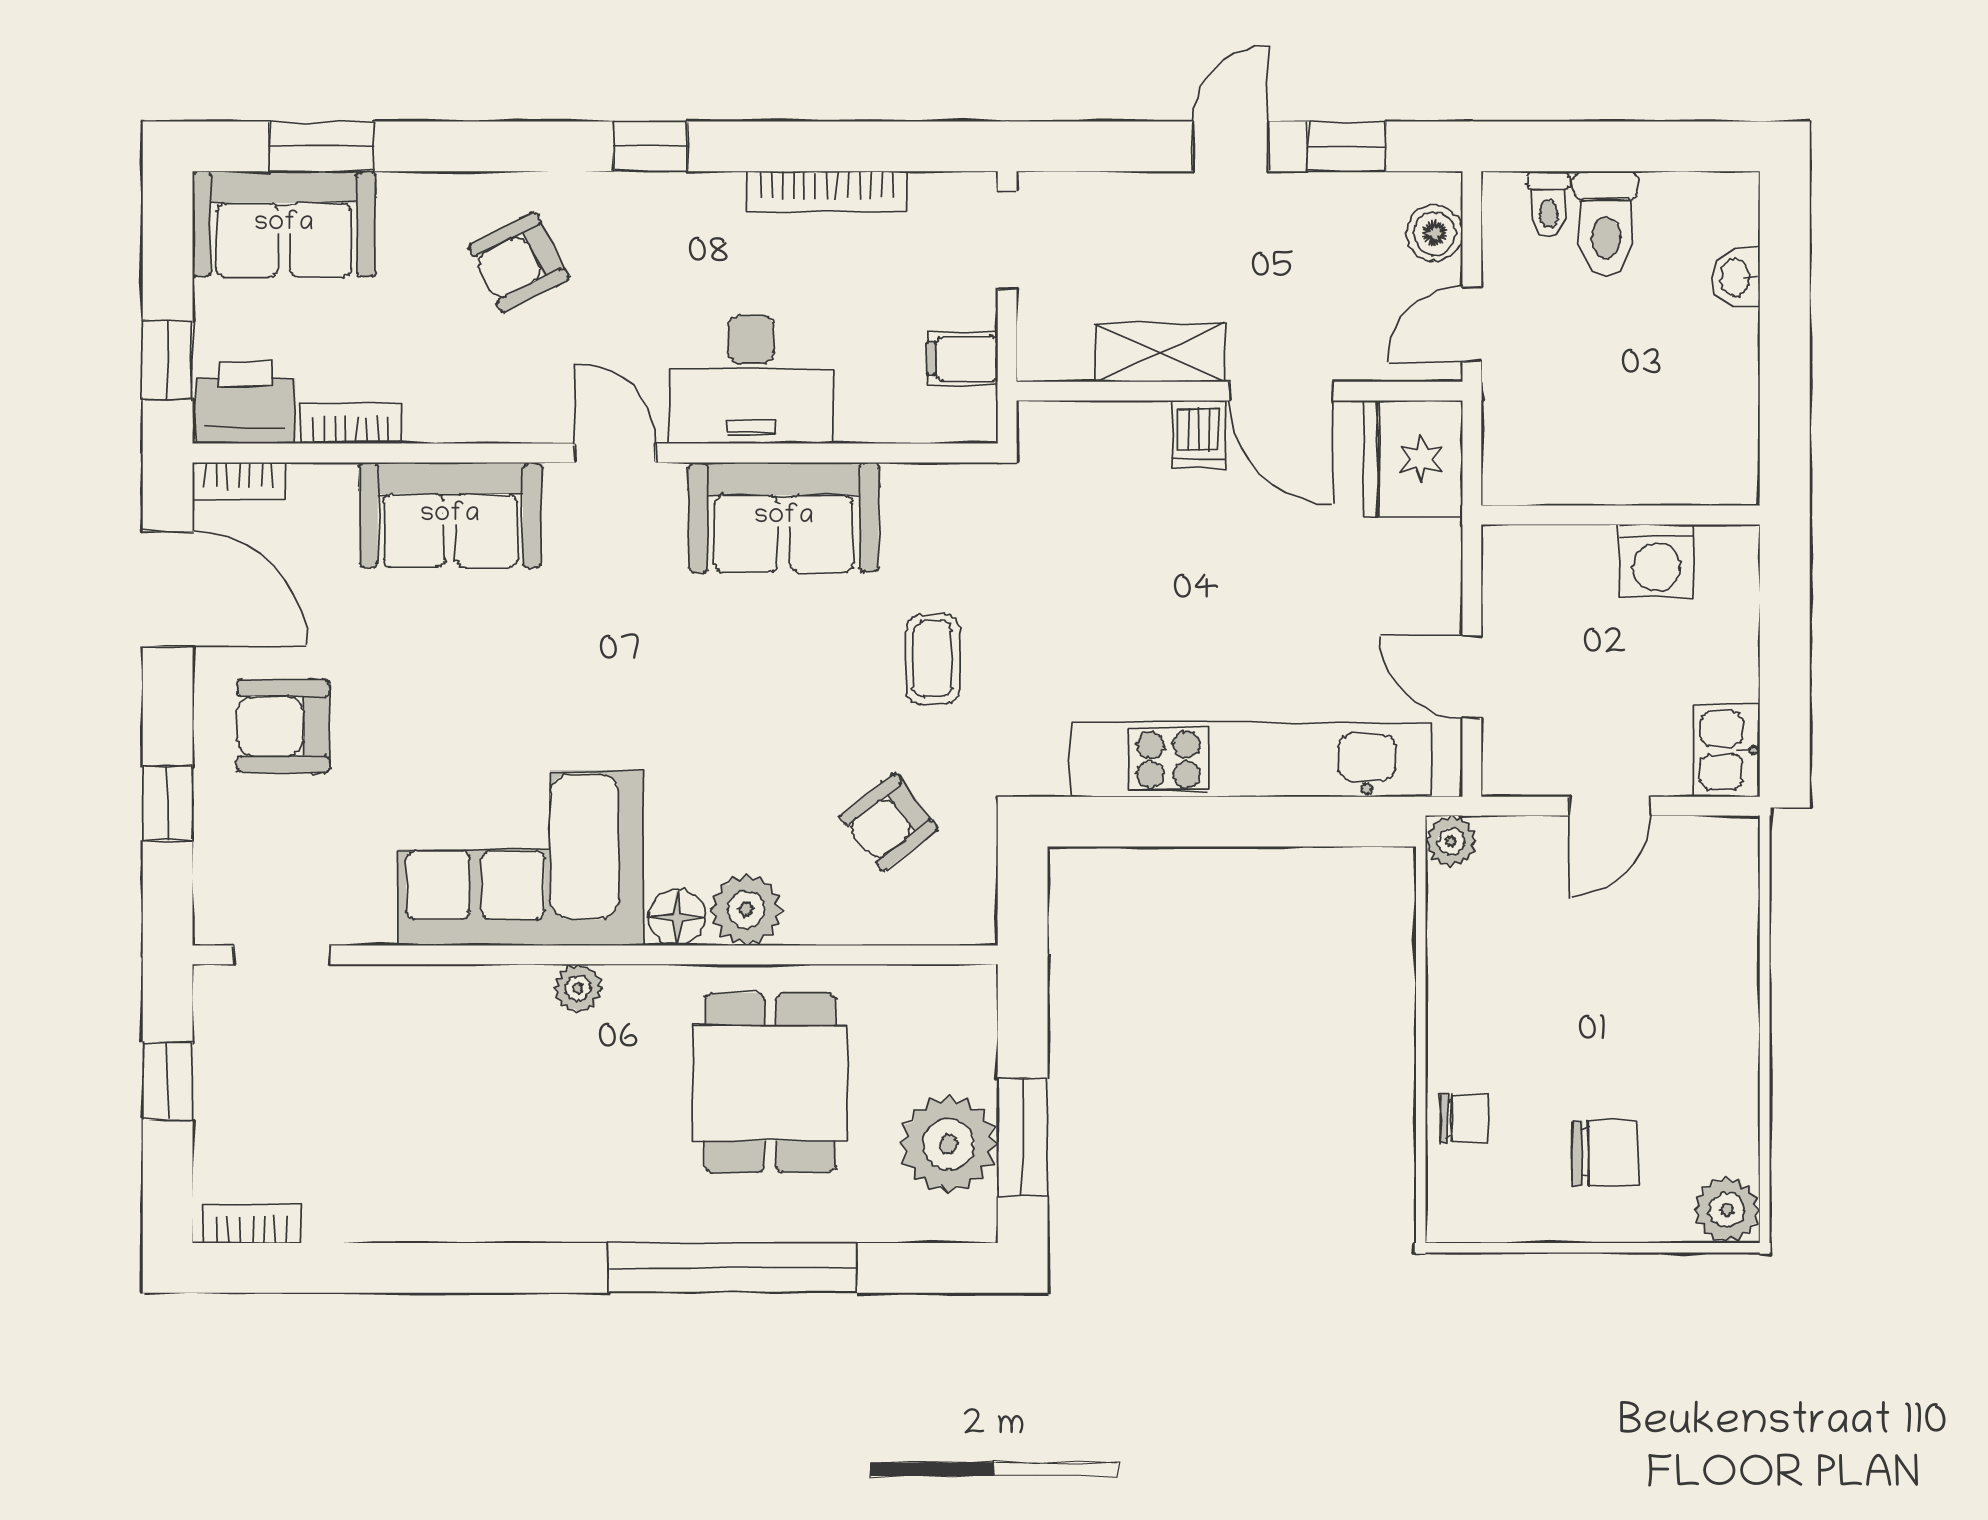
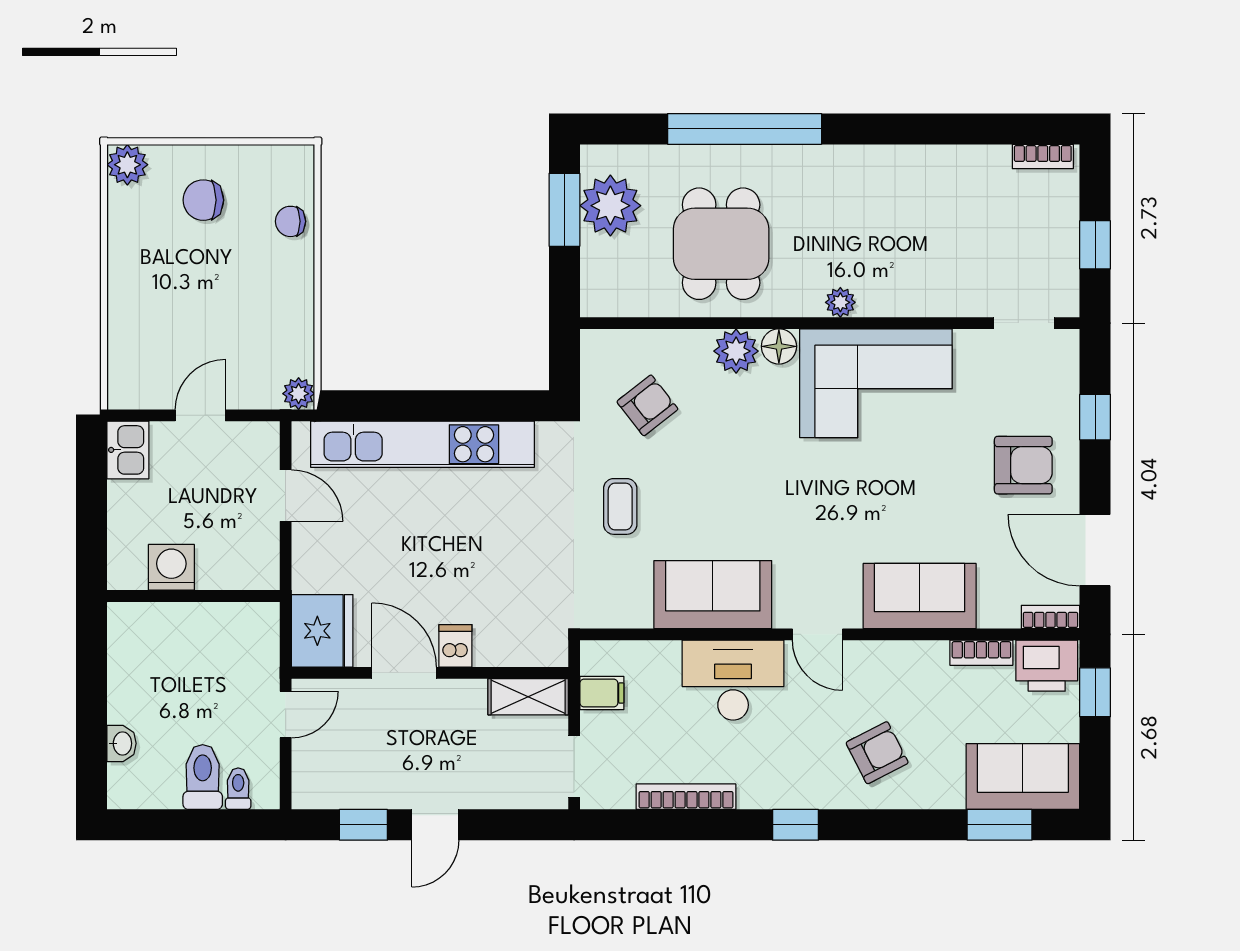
boiler: (1435, 233) -> (309, 771), removed
shelving: (1160, 353) -> (528, 697), moved

